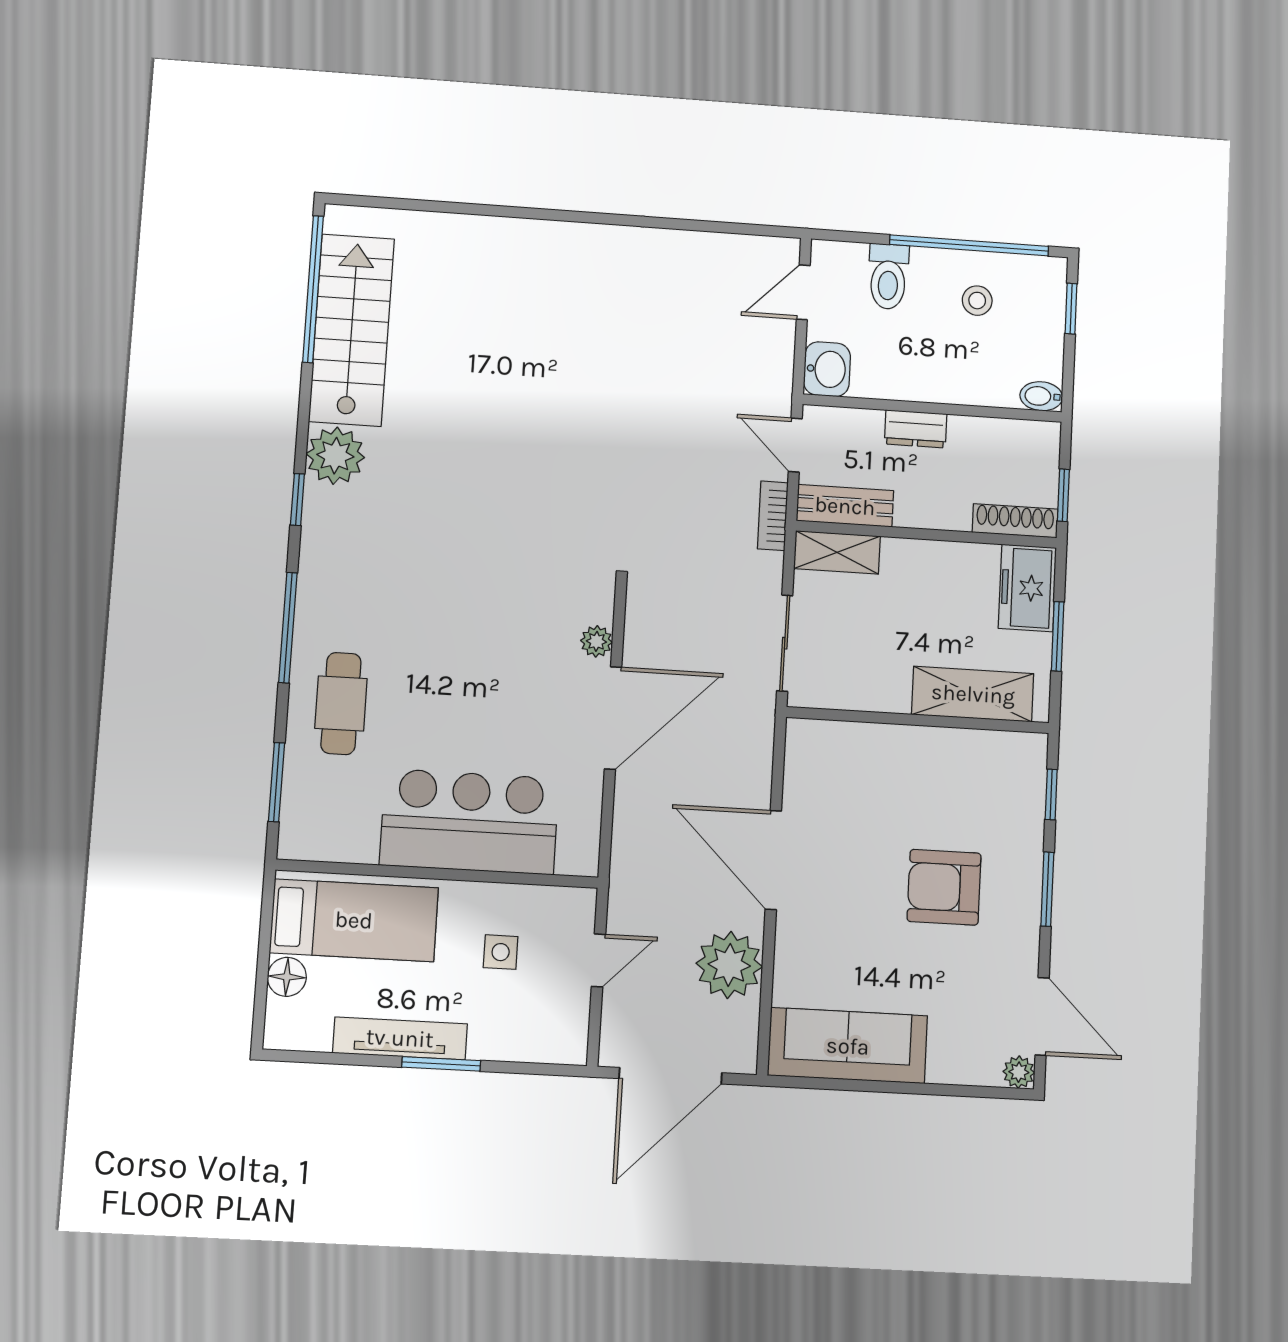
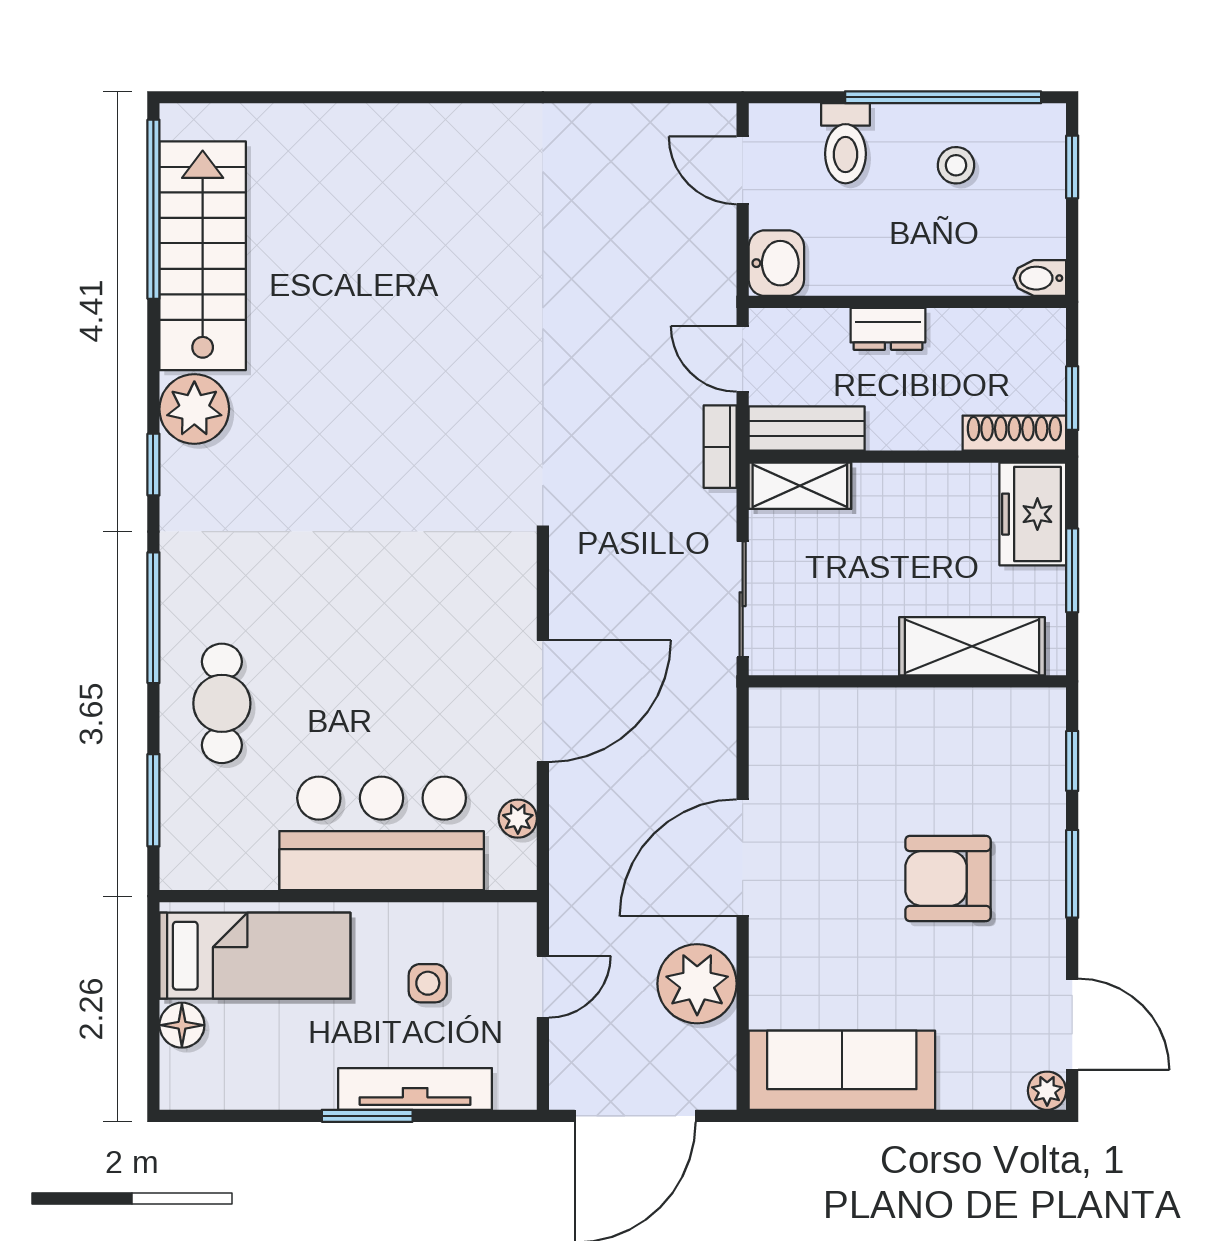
door: (803, 292) -> (743, 170), hinge flipped
plant: (596, 641) -> (518, 819), moved
door: (773, 860) -> (743, 858), hinge flipped
tv unit: (400, 1038) -> (415, 1089), moved

